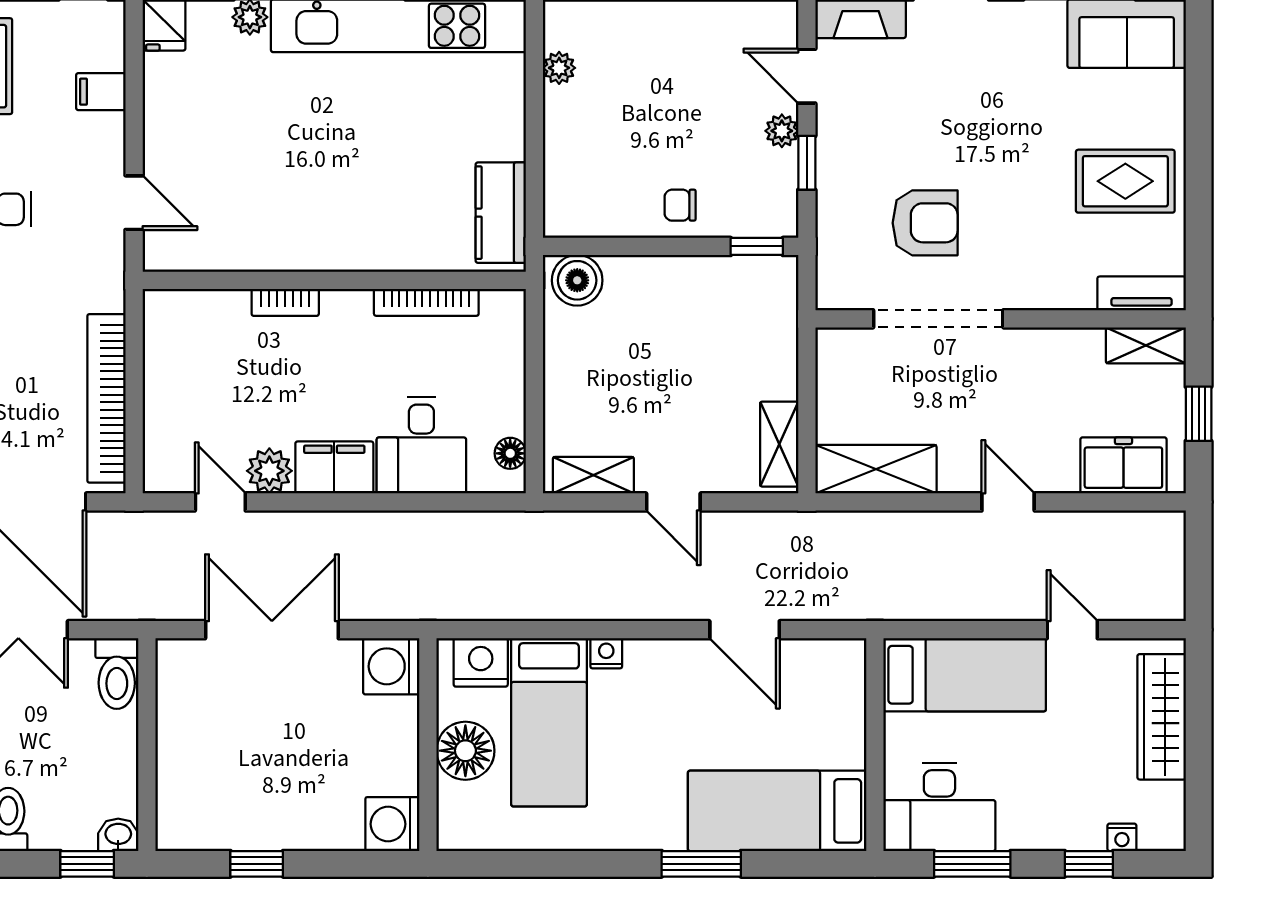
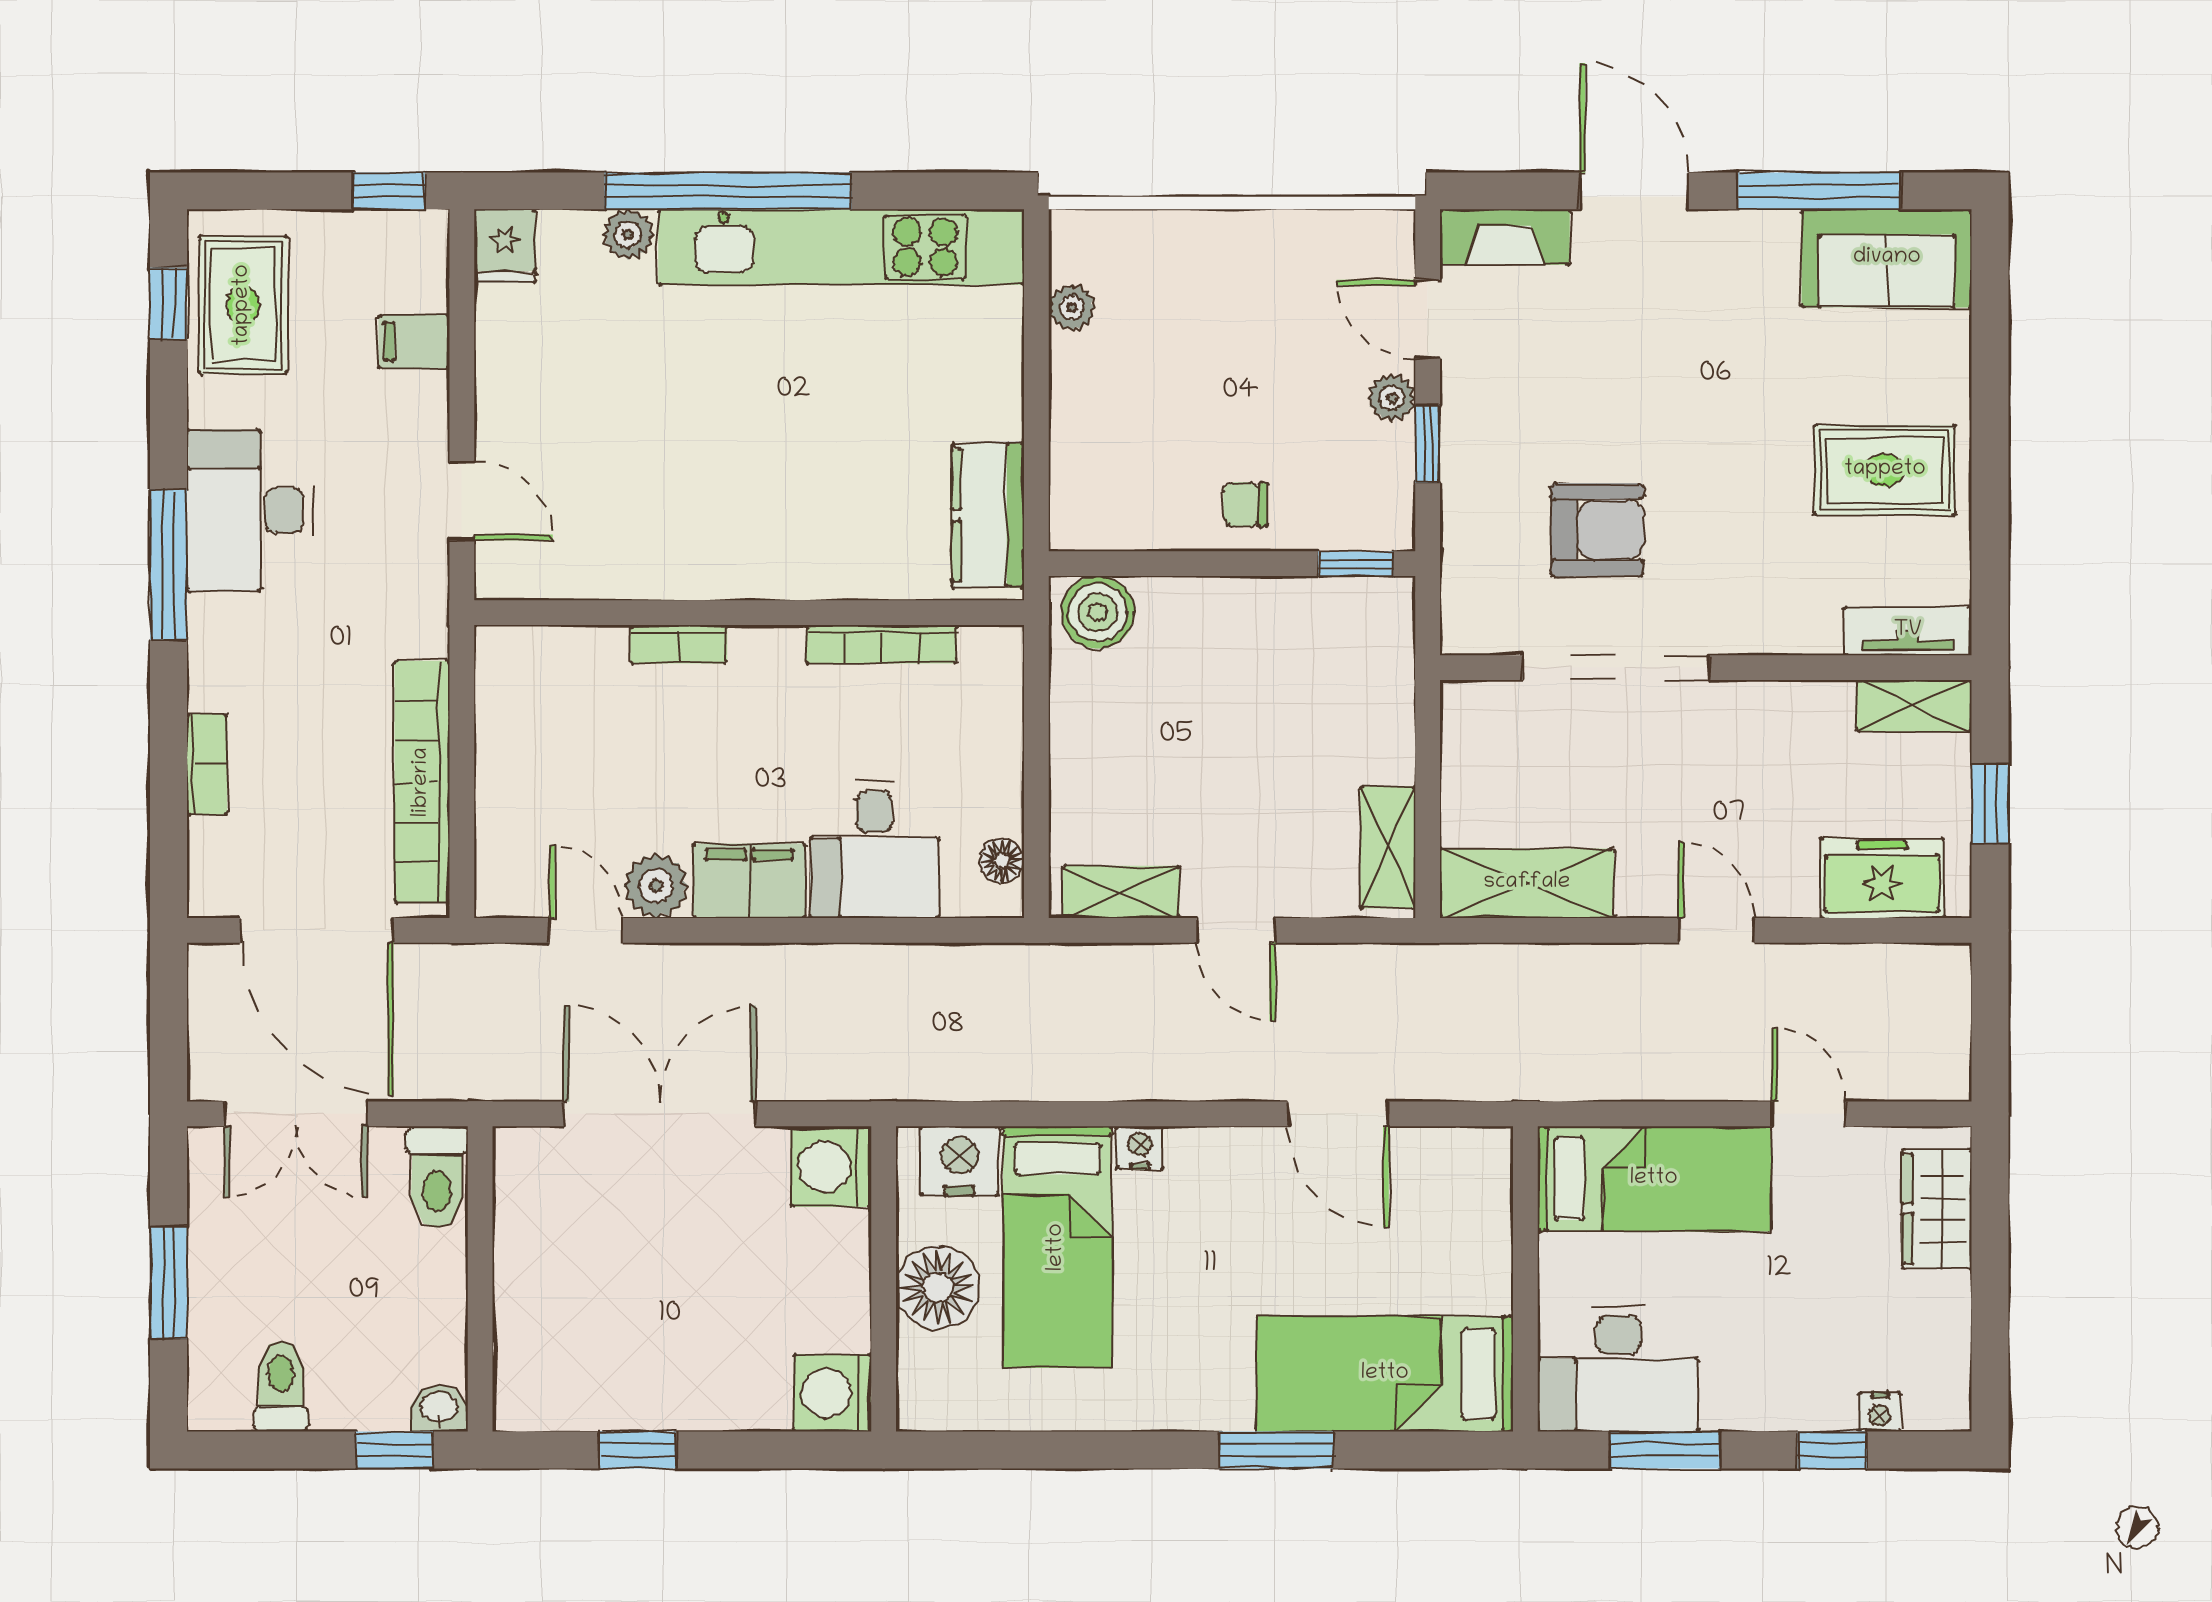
wardrobe: (1162, 717) -> (1937, 1209), width x0.67

